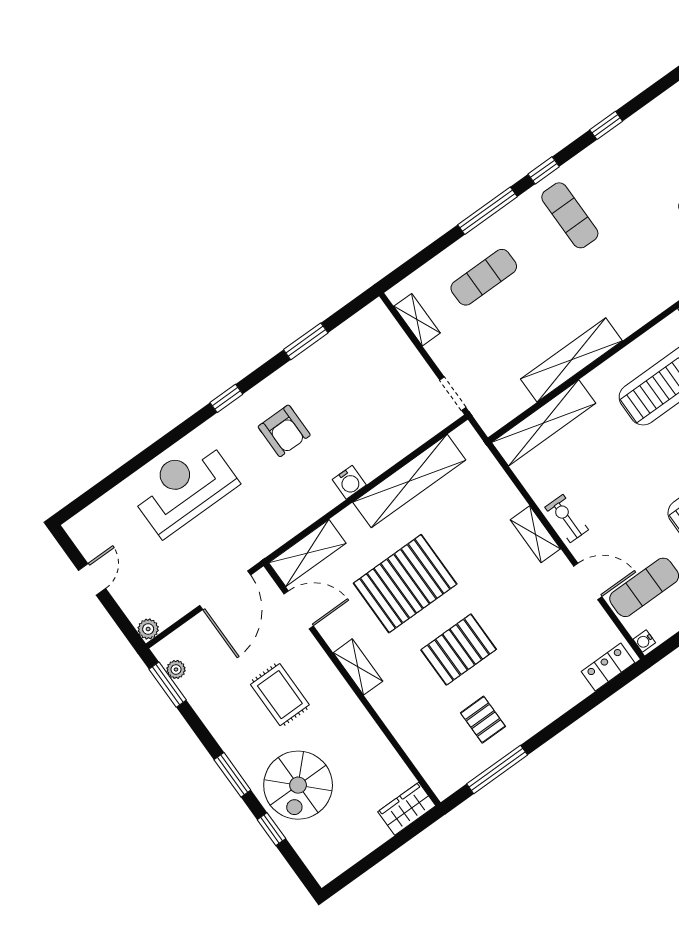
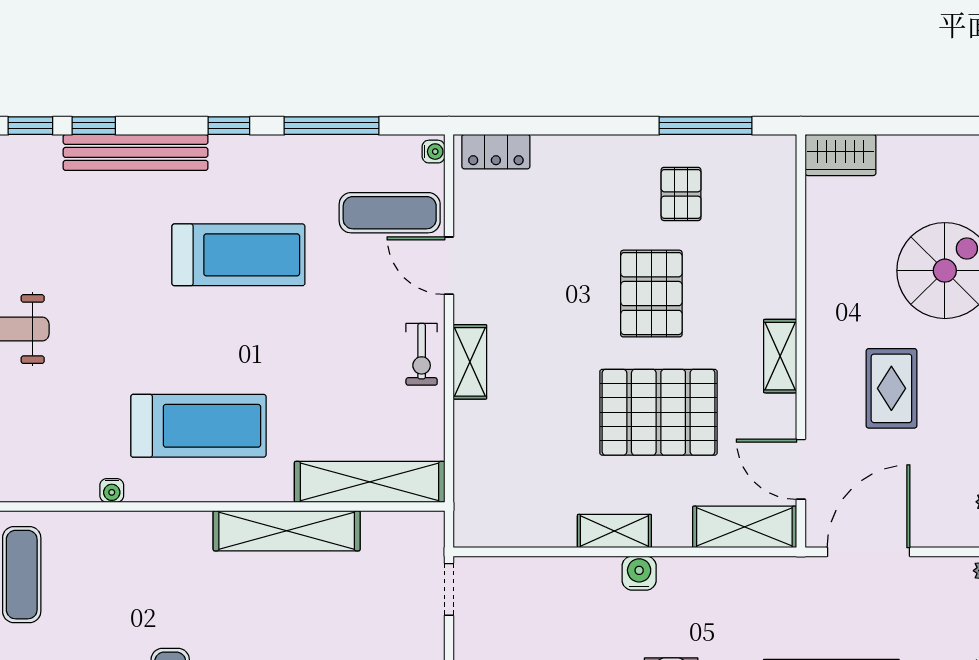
shelving: (409, 481) -> (614, 531), width x0.45, depth x0.75
pallet: (459, 650) -> (651, 294), turned 90

